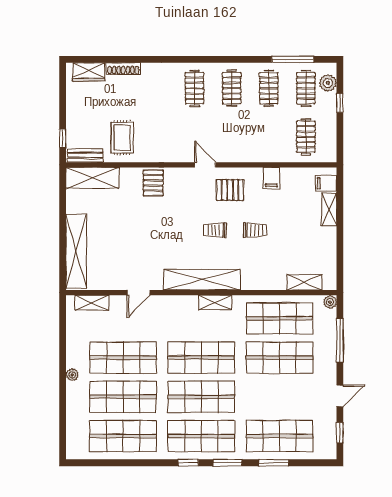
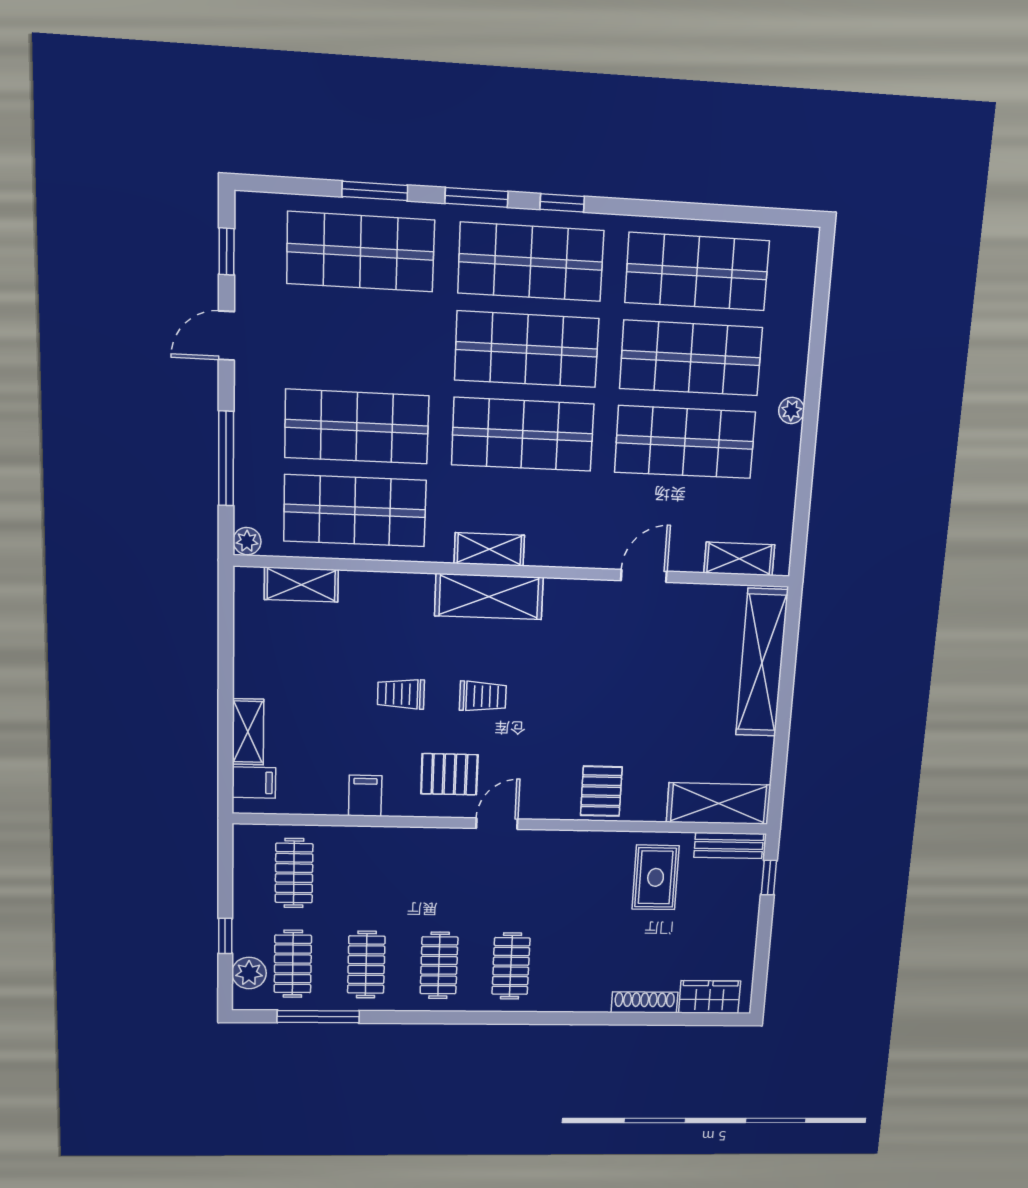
door: (205, 165) -> (497, 824), swing flipped
shelving: (202, 280) -> (489, 597), width x0.68

